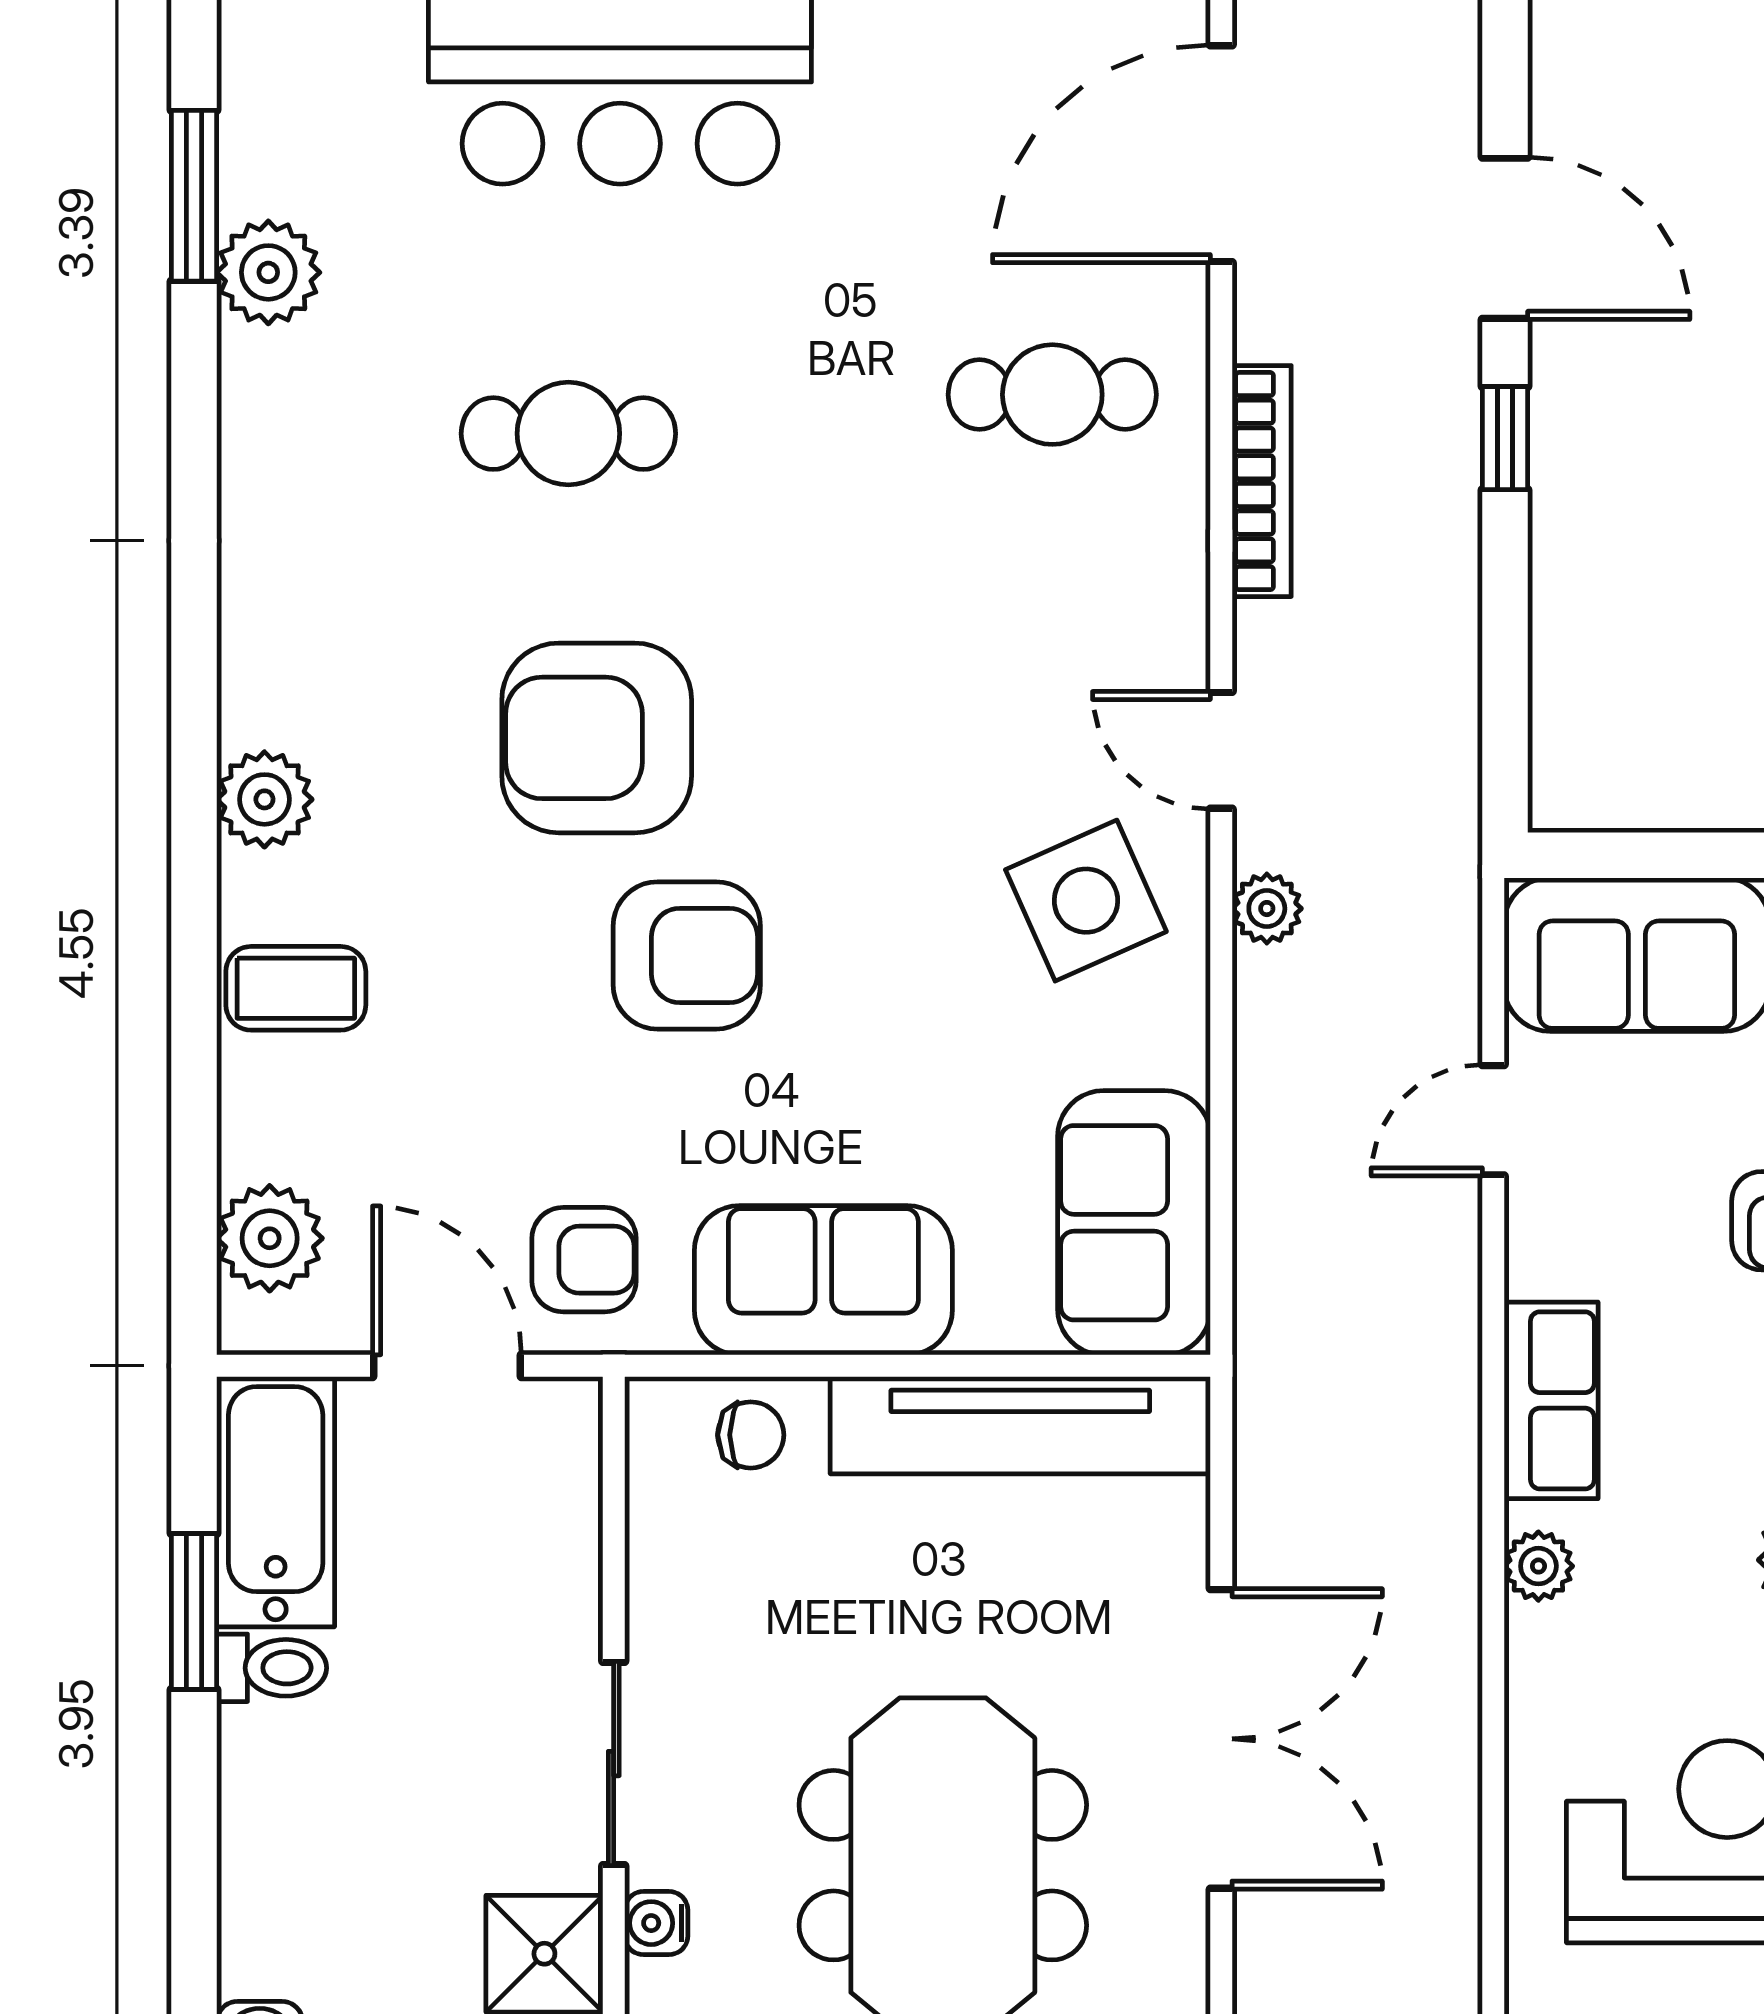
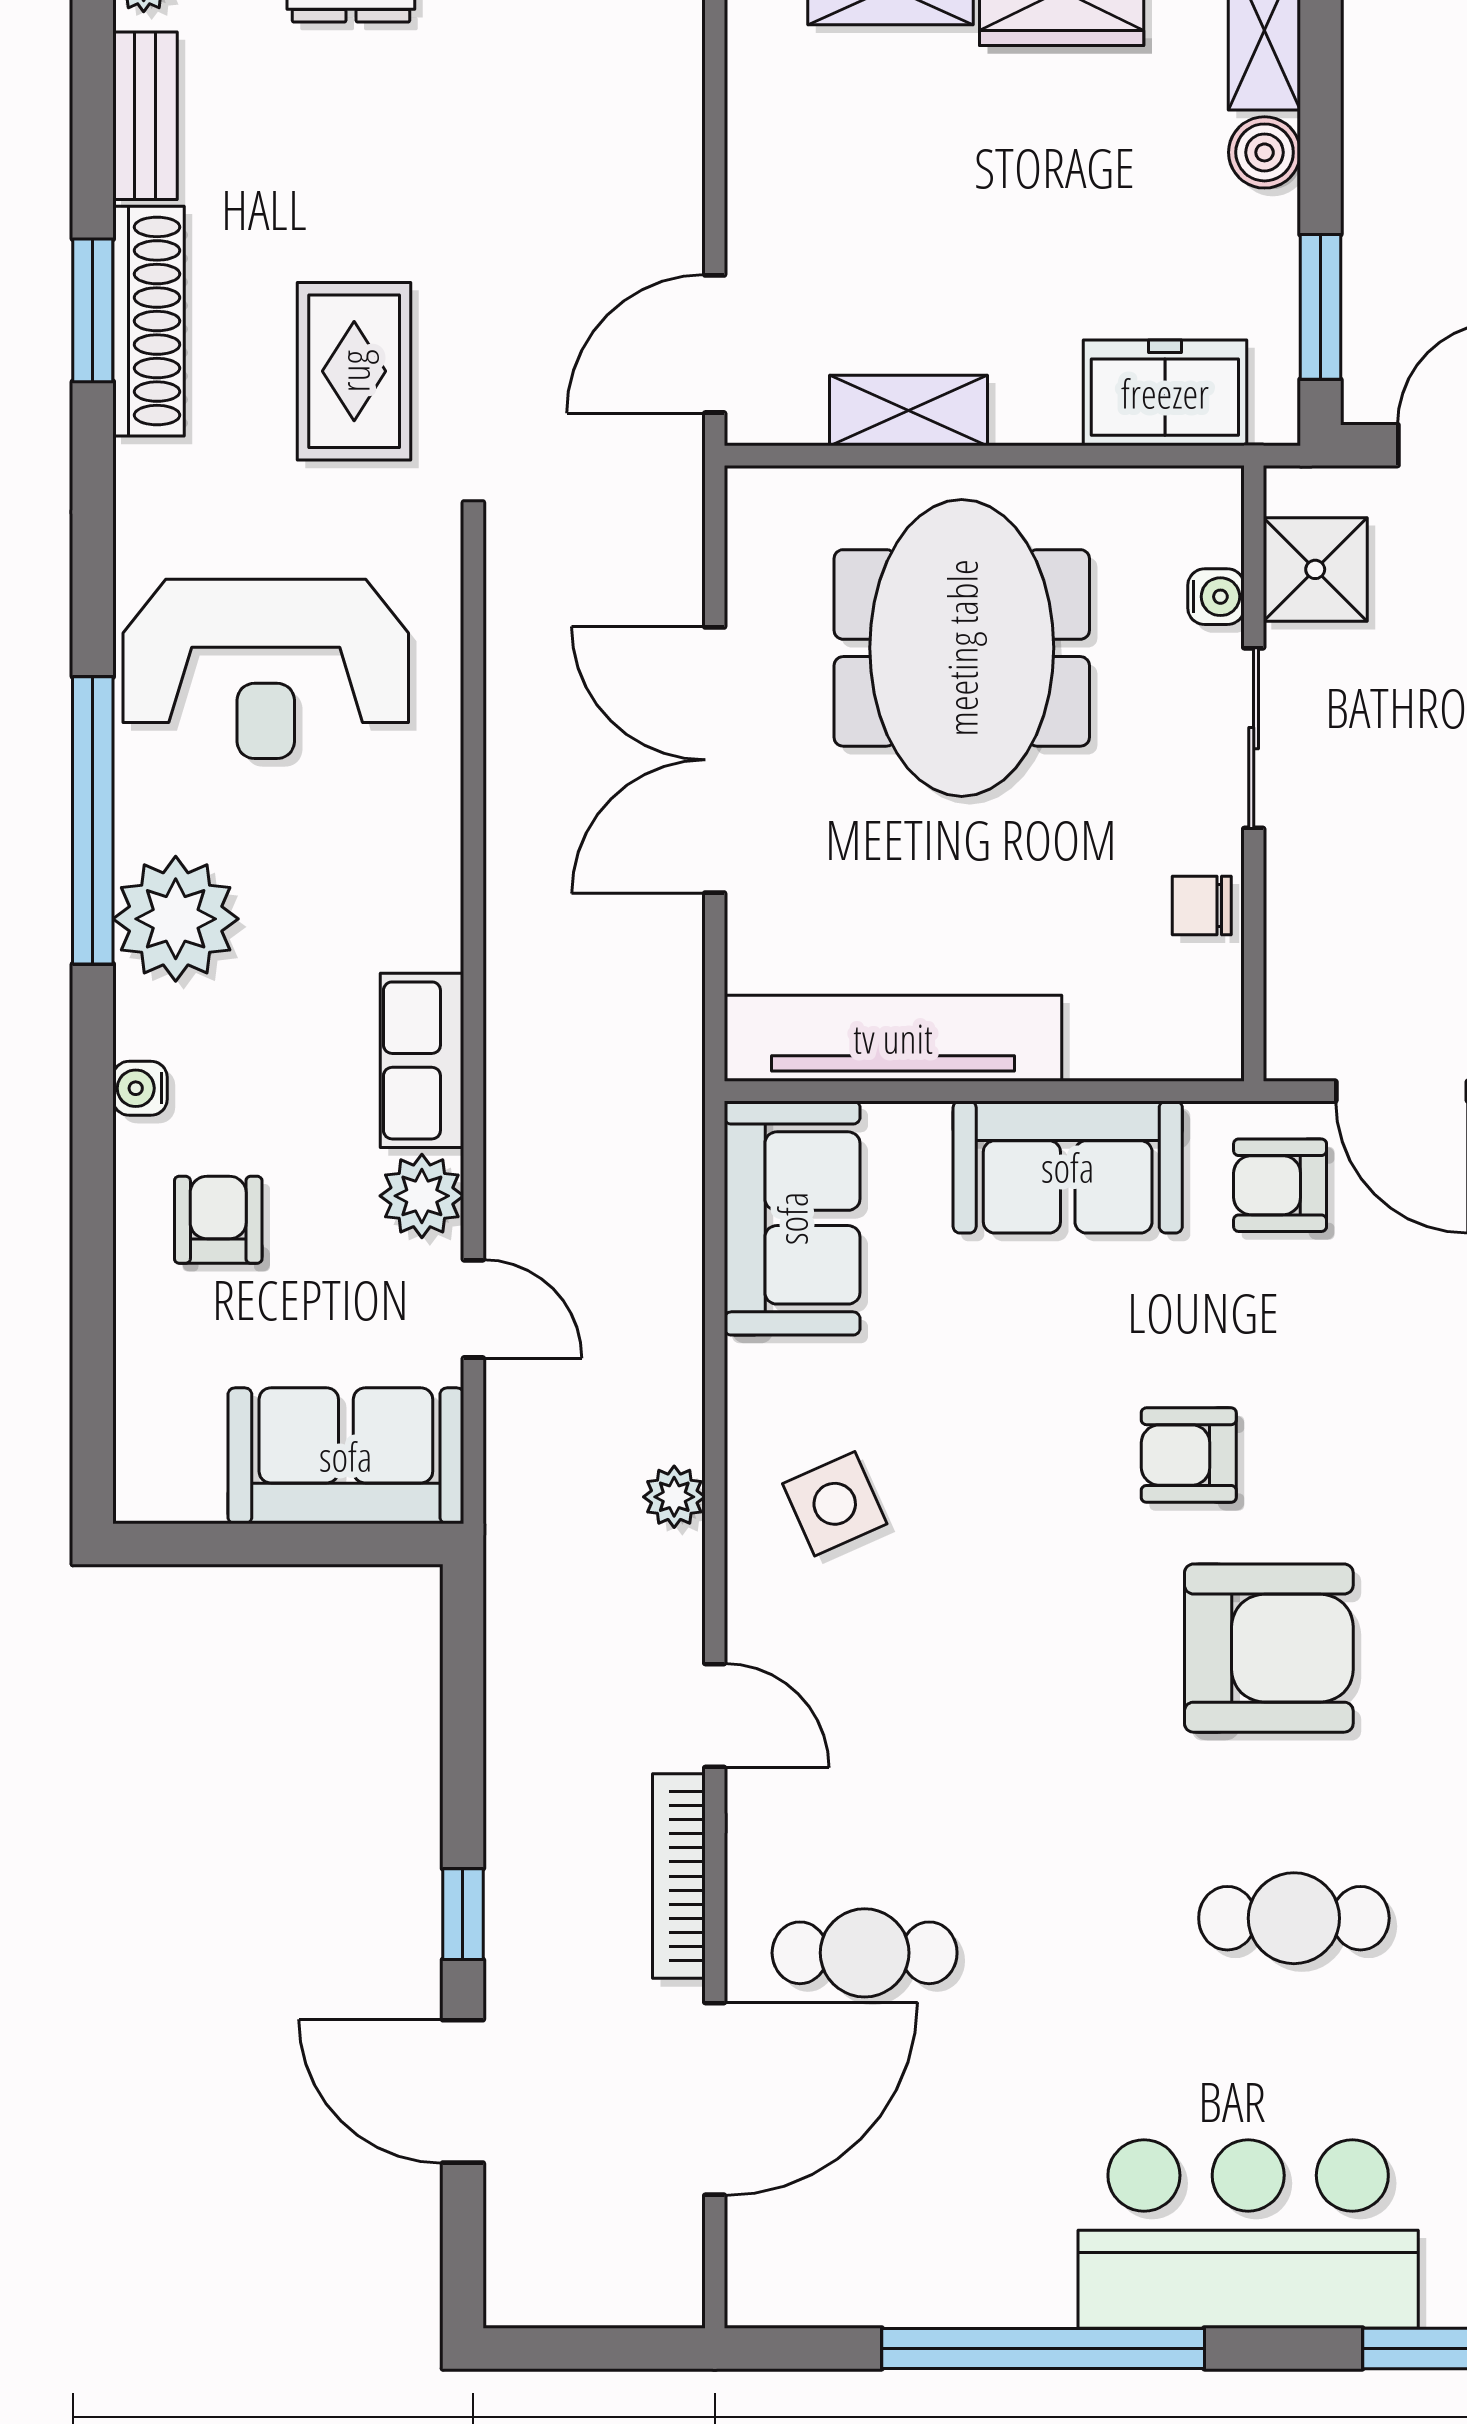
door: (1221, 154) -> (715, 2099), moved
door: (1221, 750) -> (715, 1716), moved
side table: (1086, 901) -> (835, 1504), width x0.73, depth x0.73
armchair: (687, 955) -> (1189, 1455), width x0.72, depth x0.72
door: (1493, 1120) -> (473, 1309), hinge flipped
chair: (751, 1435) -> (1202, 905), moved
plant: (1538, 1566) -> (422, 1196), moved, width x1.38, depth x1.38

